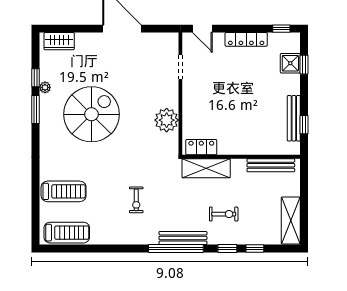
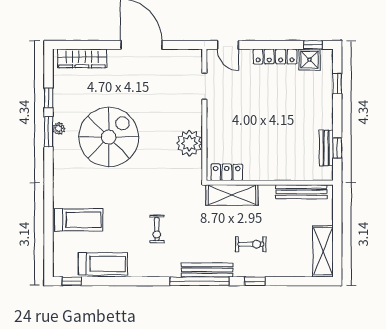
wardrobe: (59, 41) -> (82, 58), width x1.50
shower: (290, 63) -> (310, 60), moved
plant: (45, 87) -> (59, 128), moved
bench: (294, 118) -> (326, 148), width x0.73
treadmill: (67, 233) -> (103, 264), moved
window: (255, 248) -> (72, 281), moved

